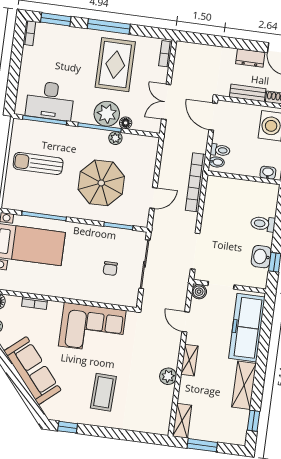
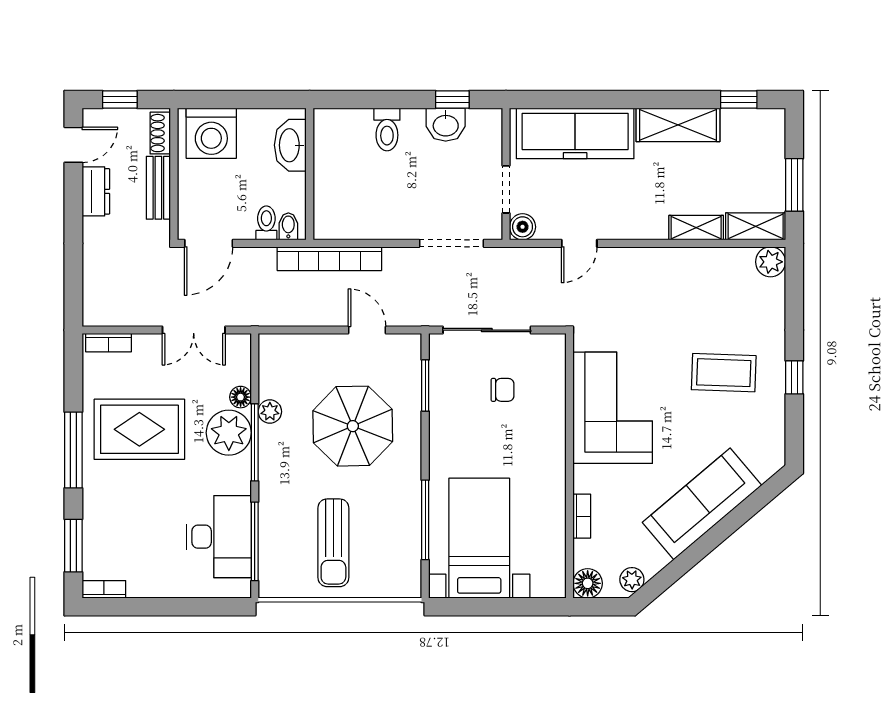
washbasin: (268, 173) -> (290, 145), width x1.91, depth x1.45
shelving: (189, 360) -> (696, 228), moved
plant: (168, 376) -> (771, 262), moved
window: (68, 427) -> (794, 377), moved

